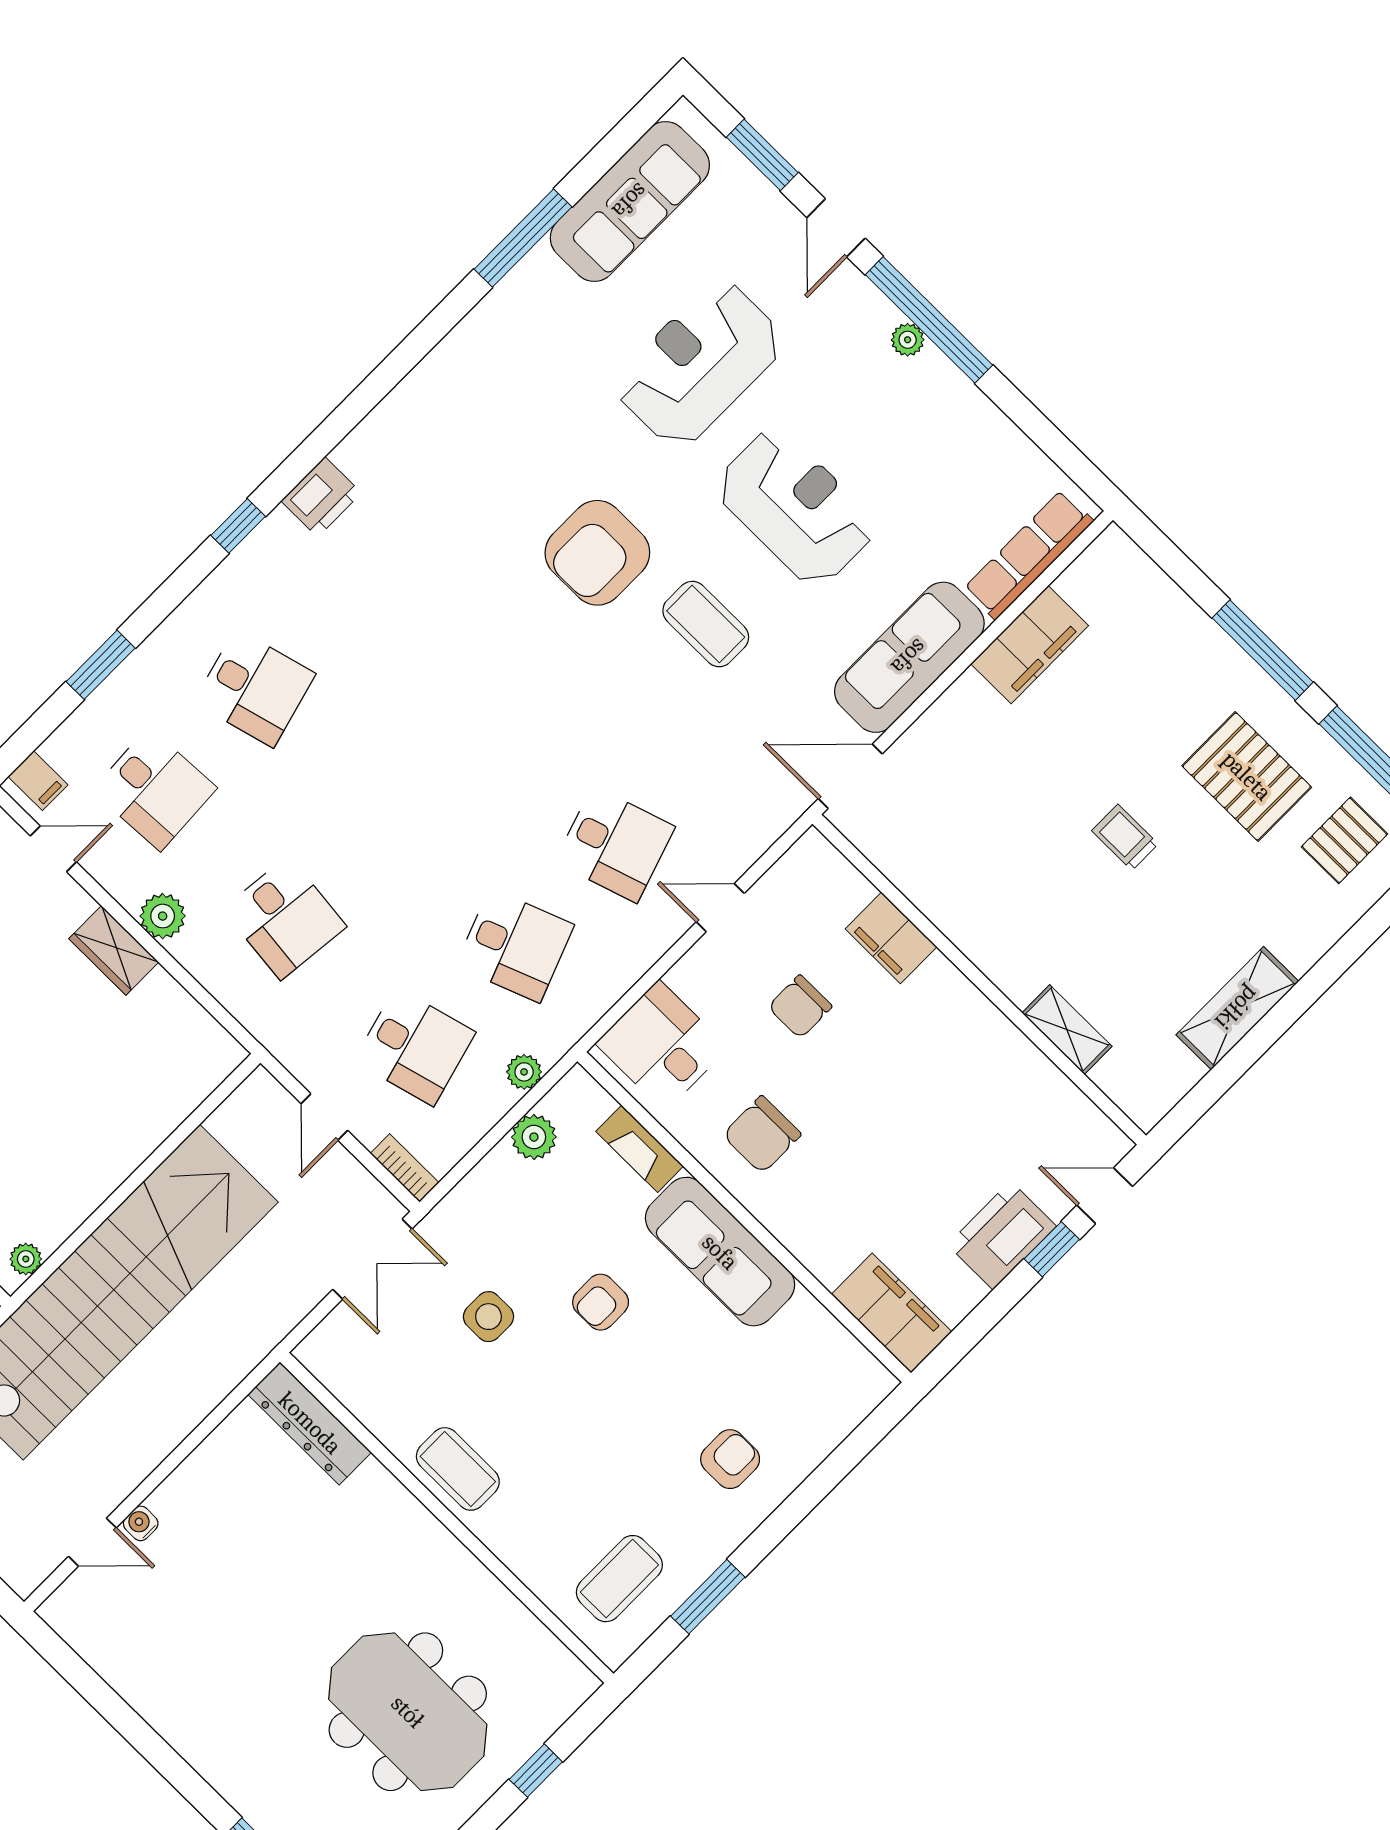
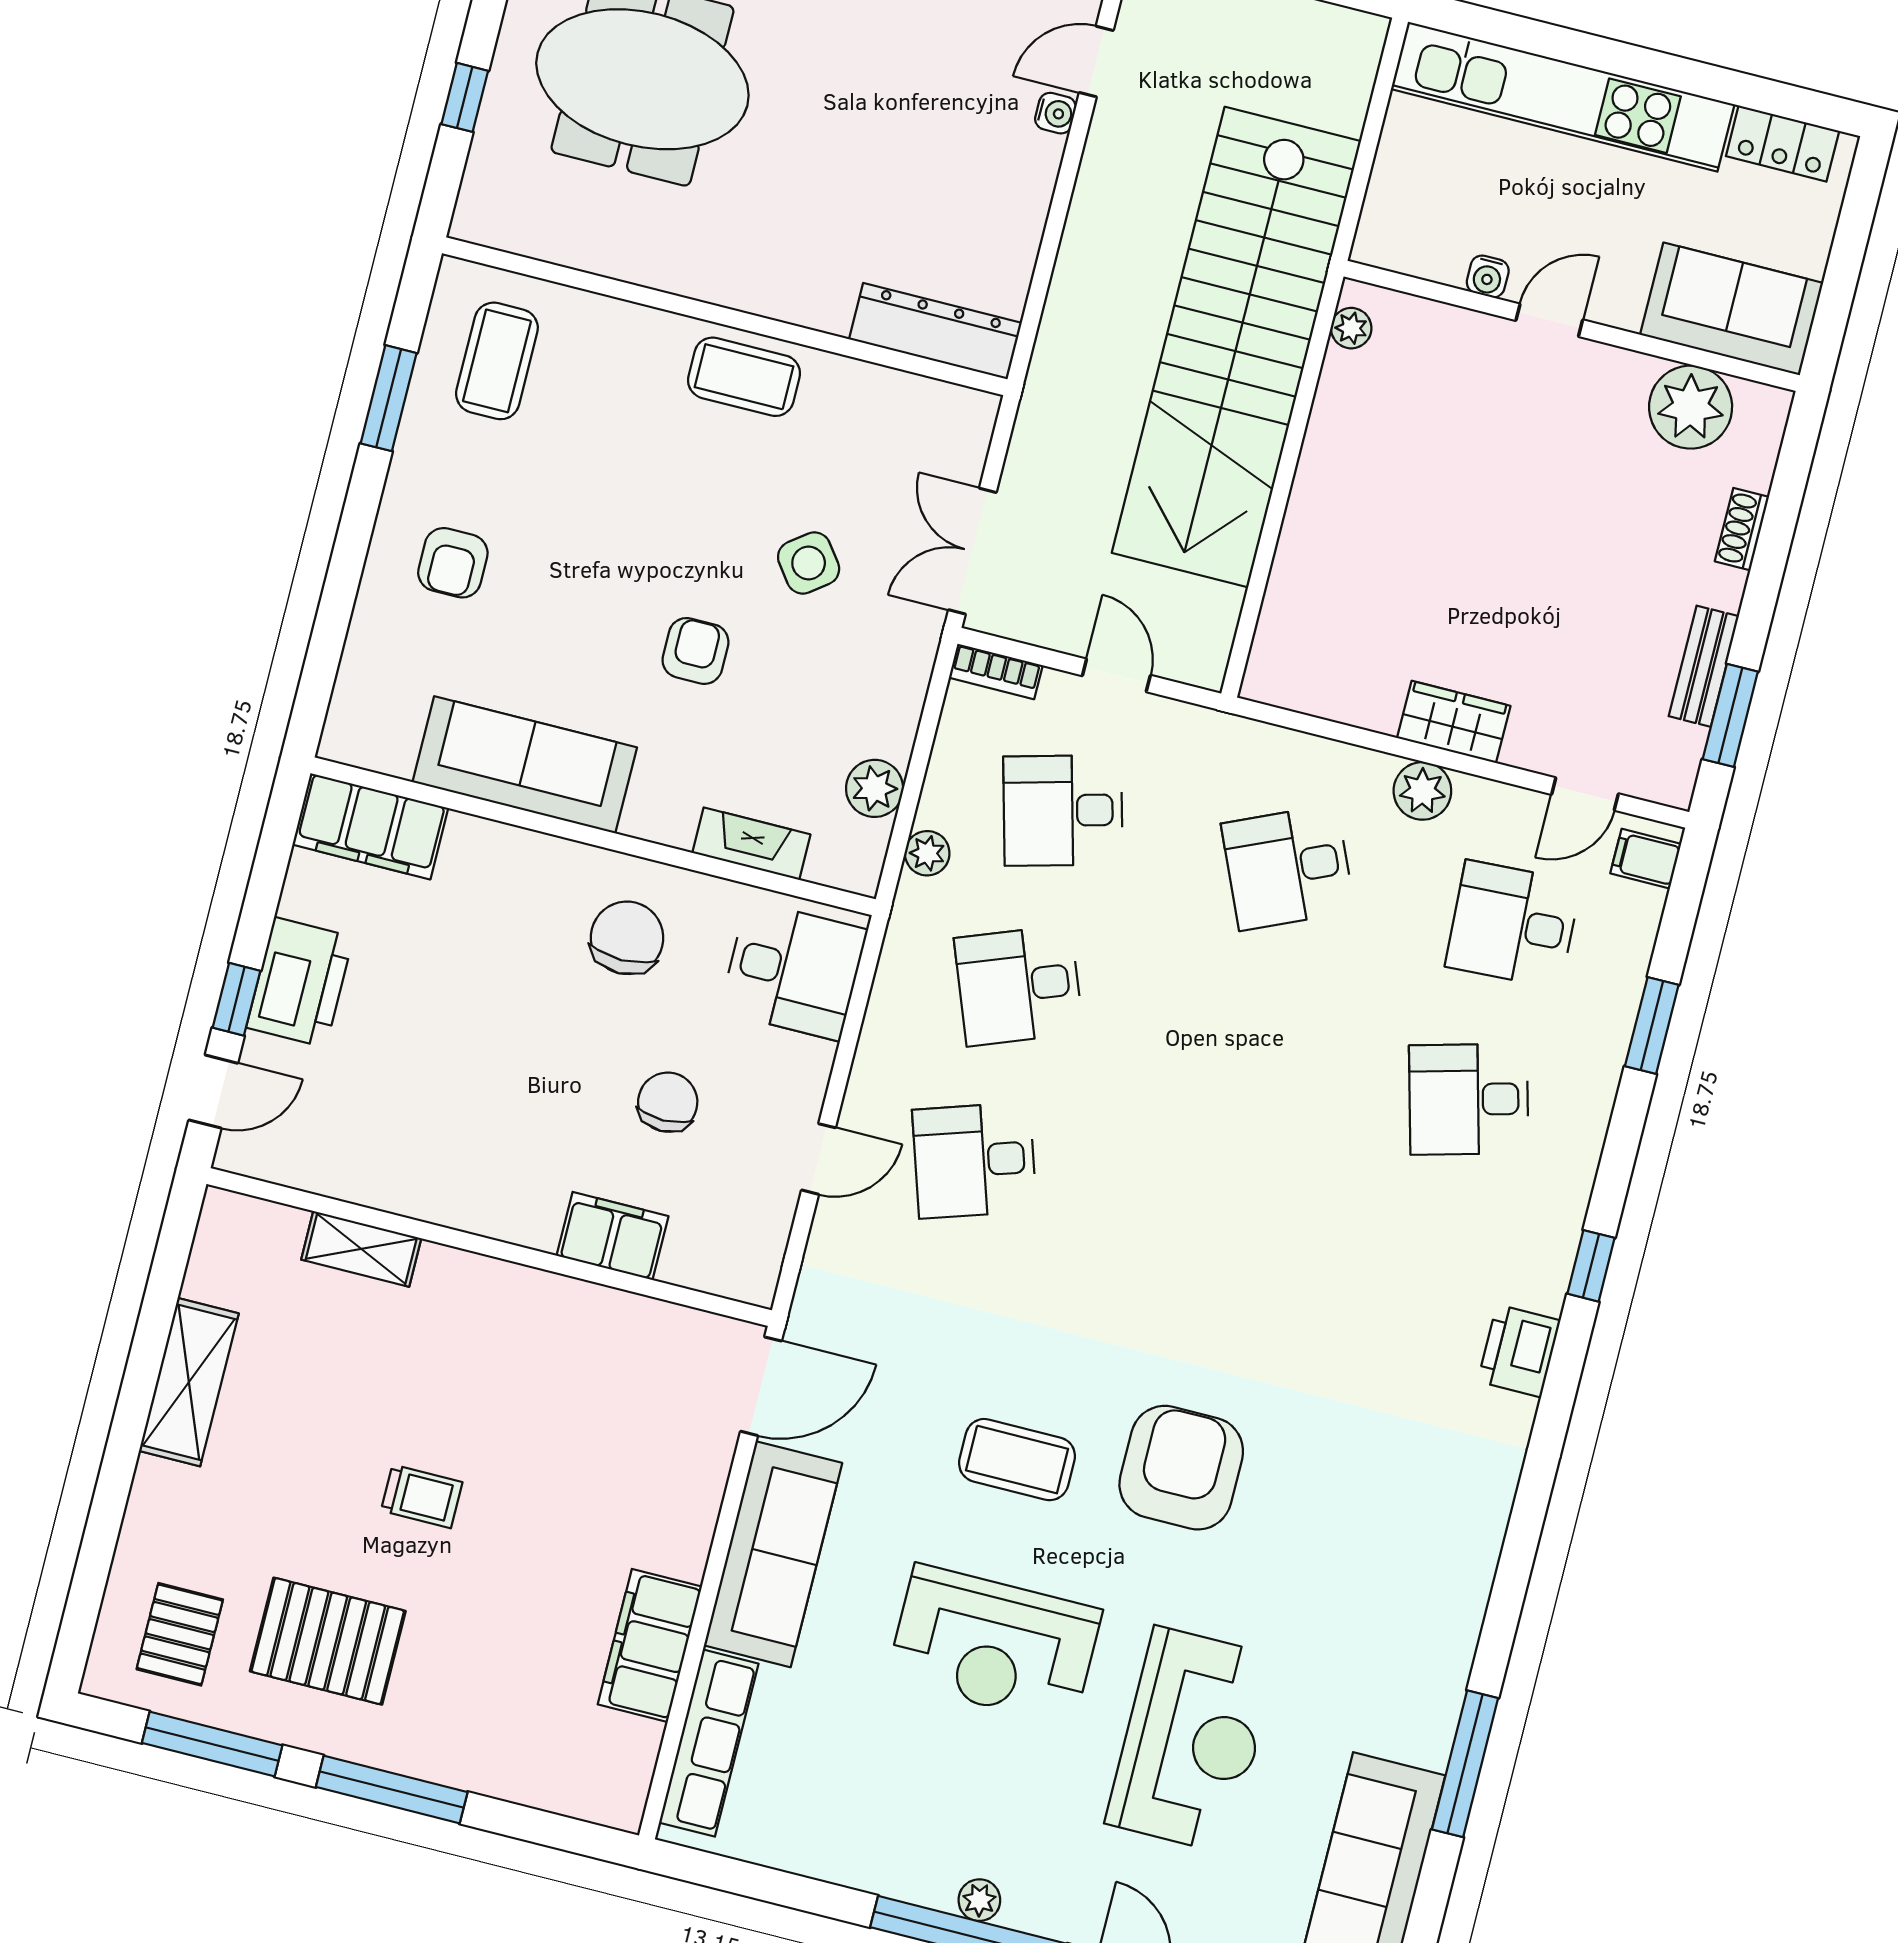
desk: (285, 918) -> (1288, 867), turned -30
sofa: (720, 1252) -> (525, 765), moved
side table: (488, 1317) -> (809, 563), turned -37

